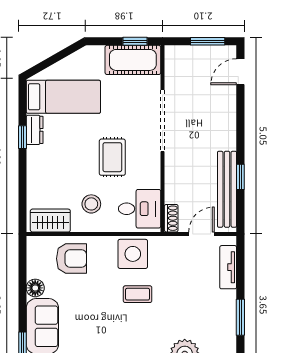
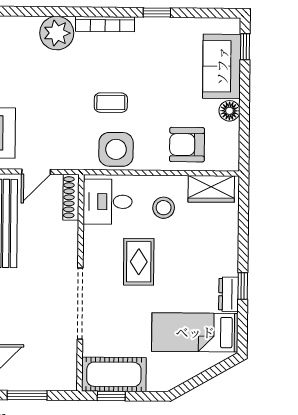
shoe rack: (171, 218) -> (71, 197), width x1.43

